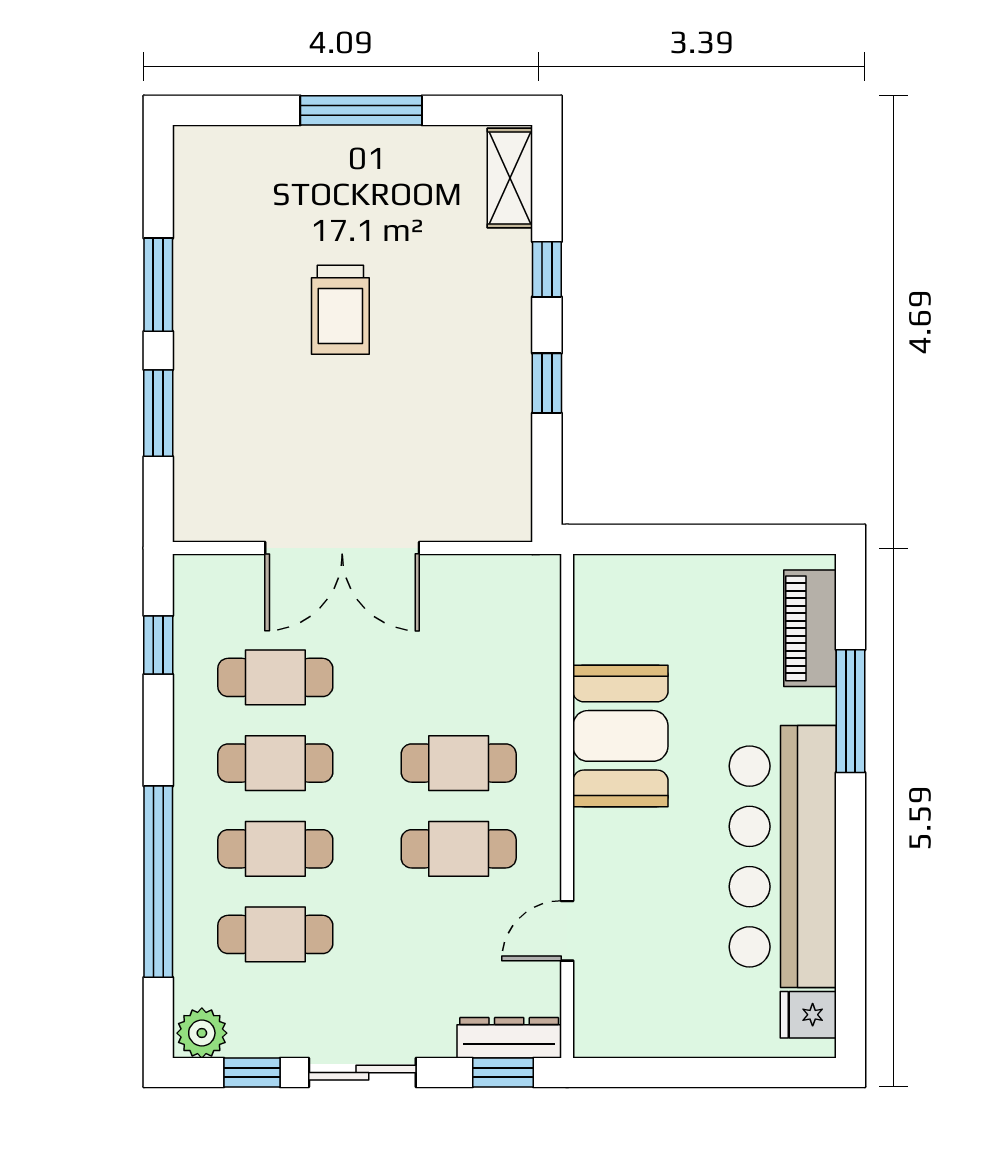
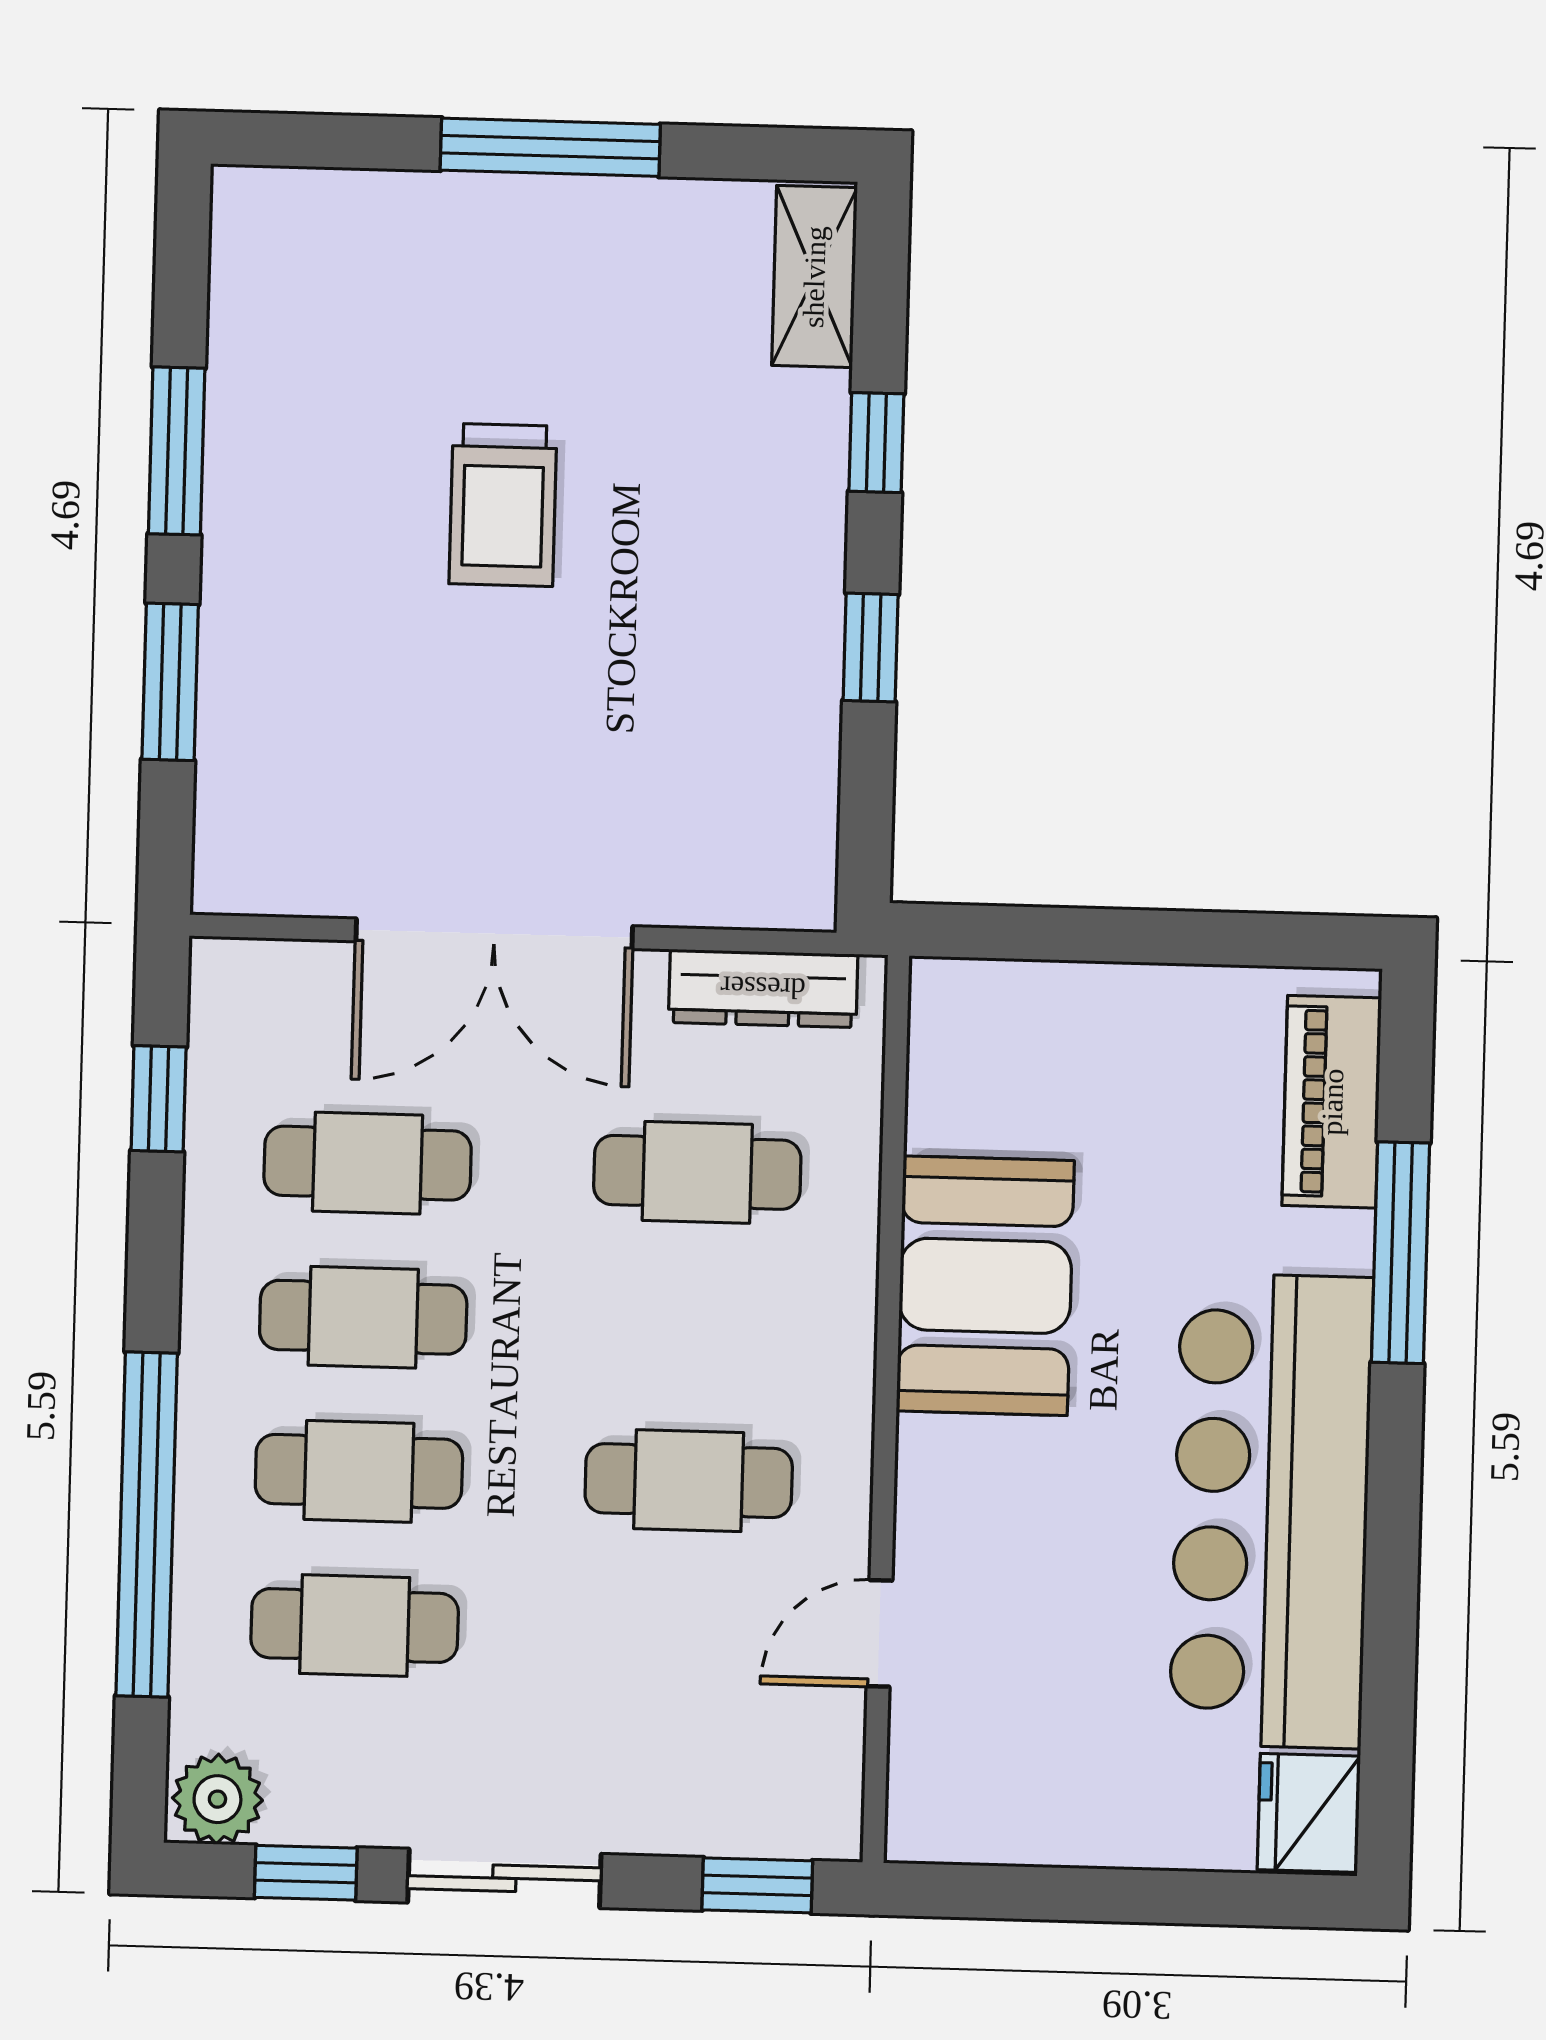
cafe table: (459, 763) -> (697, 1172), moved
fridge: (808, 1015) -> (1309, 1813), width x1.38
dresser: (509, 1038) -> (763, 988), moved, turned 180

